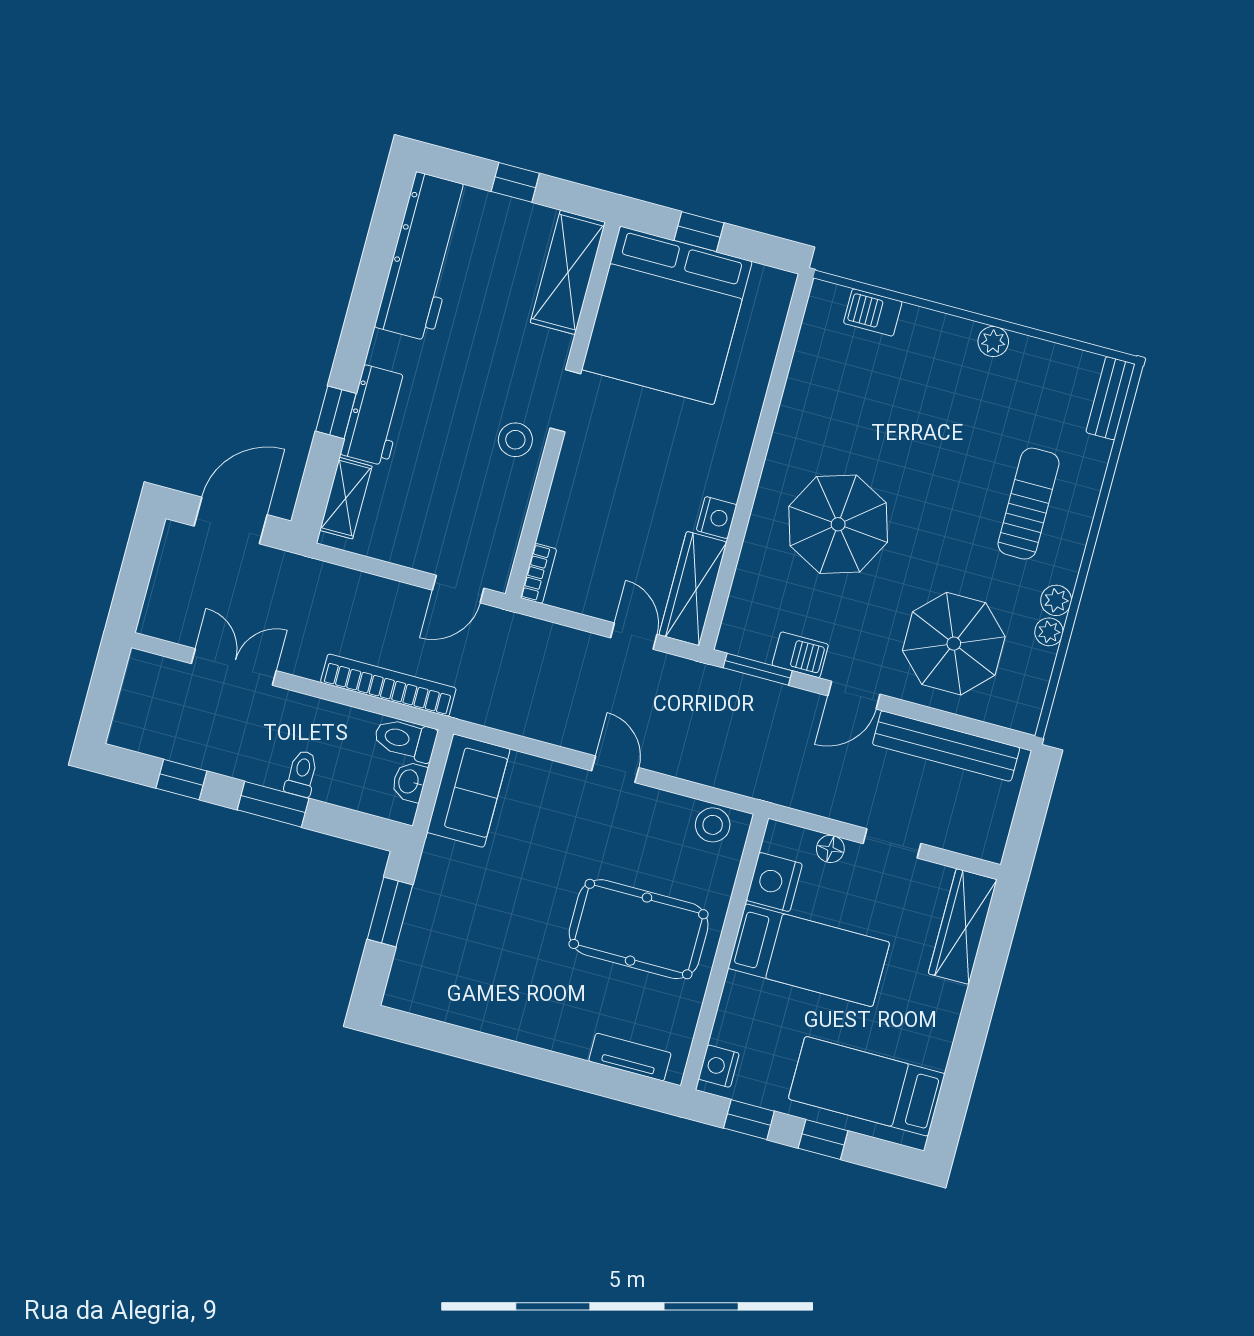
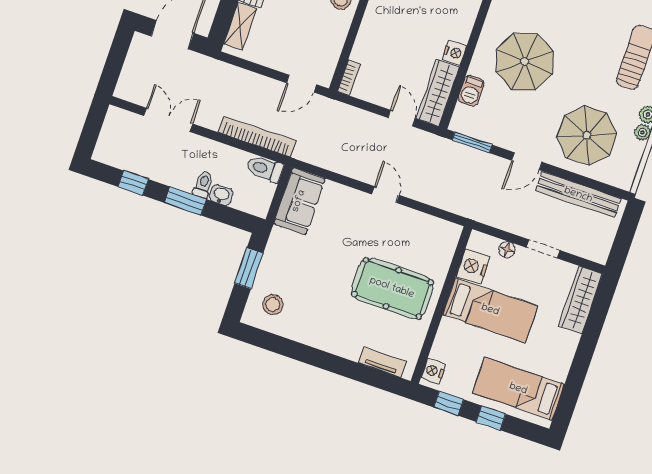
barbecue: (800, 655) -> (471, 91), moved, turned 90
washbasin: (409, 782) -> (221, 195), moved, turned 90
stool: (713, 825) -> (273, 305), moved

